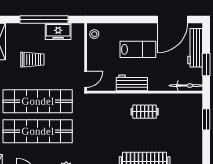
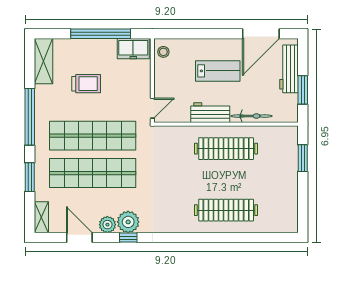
freezer: (58, 31) -> (133, 49), moved
bicycle: (186, 86) -> (252, 116), moved
clothes rail: (145, 112) -> (226, 149), width x1.86, depth x1.31

